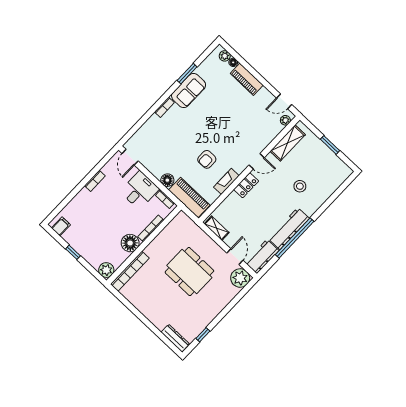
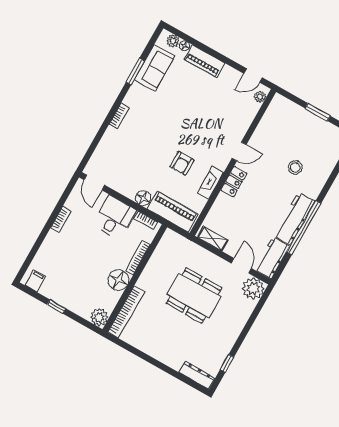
sofa: (189, 90) -> (154, 68), moved
shelving: (288, 143) -> (269, 122), removed

